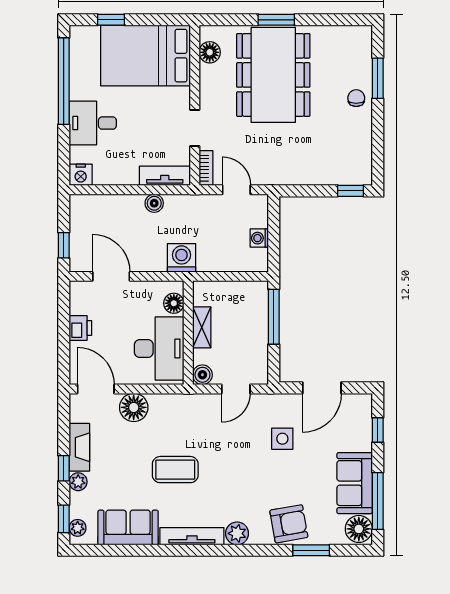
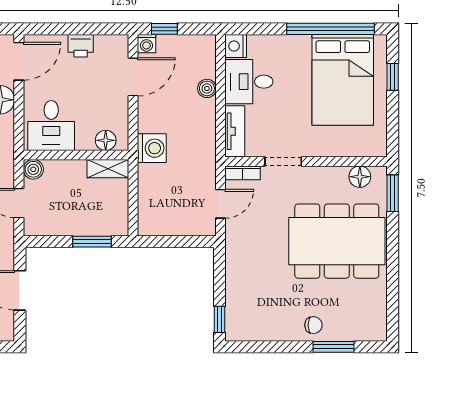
window: (276, 20) -> (393, 193), moved
bed: (145, 56) -> (343, 80), moved, turned 180
desk: (93, 123) -> (249, 82), moved, turned -90
boiler: (154, 203) -> (207, 88), moved
washing machine: (259, 238) -> (146, 44), moved, turned 180
window: (274, 317) -> (92, 242), width x0.69
shelving: (202, 327) -> (108, 169), moved
desk: (159, 349) -> (51, 125), width x0.73

